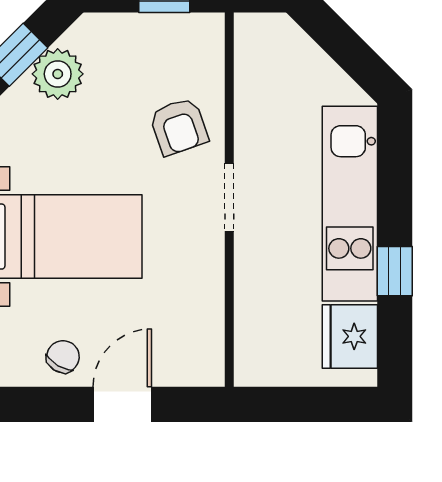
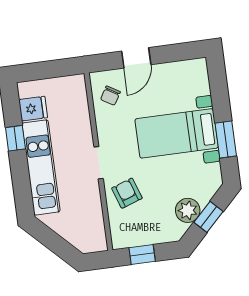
fridge: (350, 336) -> (33, 109), width x0.72
chair: (63, 357) -> (110, 96), moved

